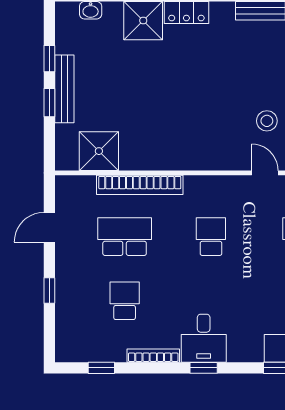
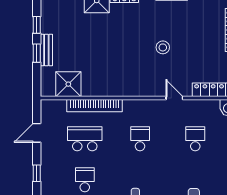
bench: (64, 89) -> (46, 50), width x0.73
stool: (267, 121) -> (163, 47), moved

